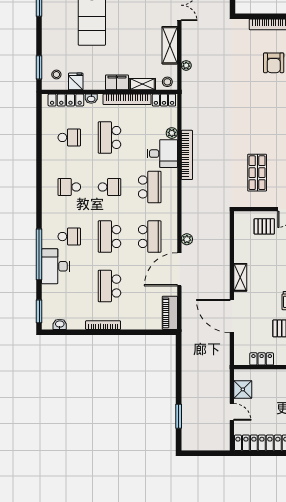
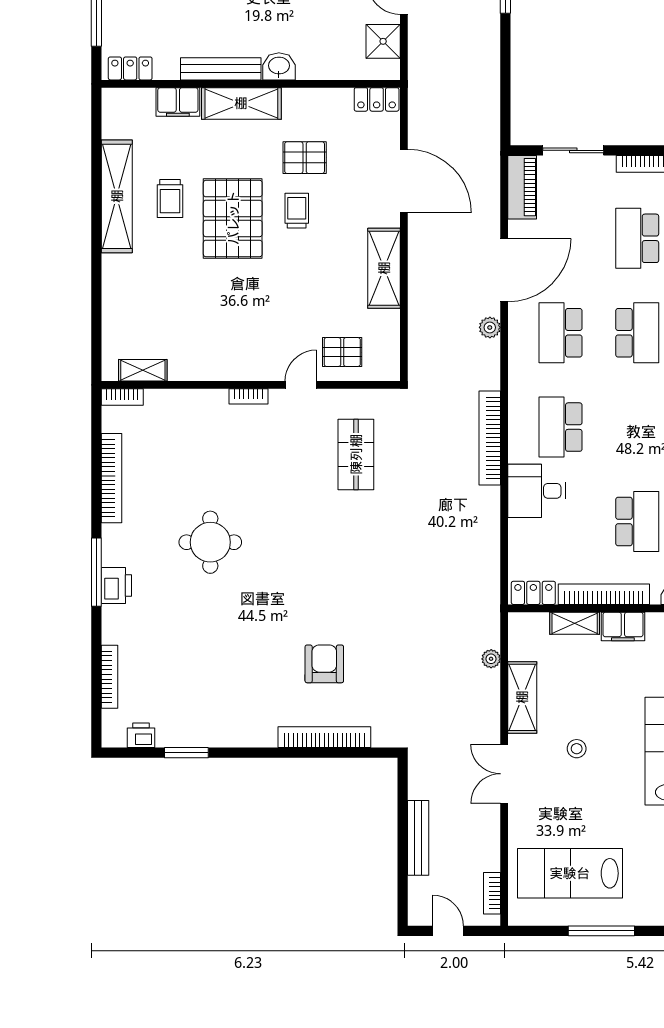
stool: (167, 82) -> (577, 749), moved
plant: (172, 133) -> (518, 530), removed
bookcase: (187, 155) -> (490, 438), moved
school desk: (110, 187) -> (637, 427), removed
shelving: (240, 277) -> (384, 268), width x1.50, depth x1.33
school desk: (110, 286) -> (637, 238), turned 180
sliding door: (143, 332) -> (573, 150), added
locker: (262, 359) -> (377, 99), moved

